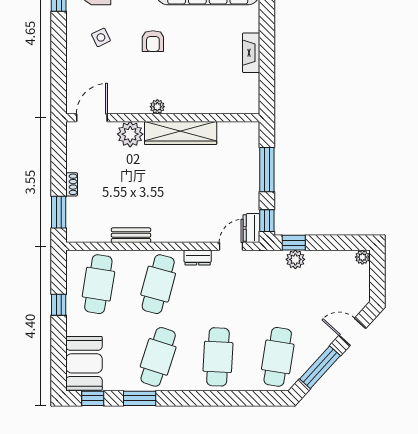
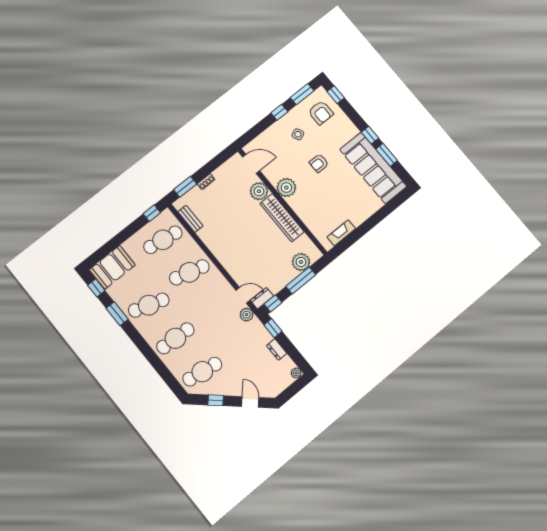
window: (59, 37) -> (279, 112), added
fireplace: (251, 53) -> (341, 233), moved
plant: (157, 107) -> (286, 188), width x1.88, depth x1.88
plant: (247, 153) -> (301, 262), added
bench: (131, 235) -> (190, 219), moved
dresser: (198, 257) -> (277, 349), moved
plant: (295, 259) -> (247, 315), moved
window: (59, 305) -> (152, 213), moved
window: (320, 367) -> (216, 400), width x0.46

